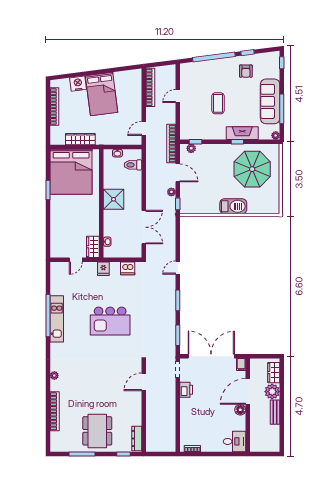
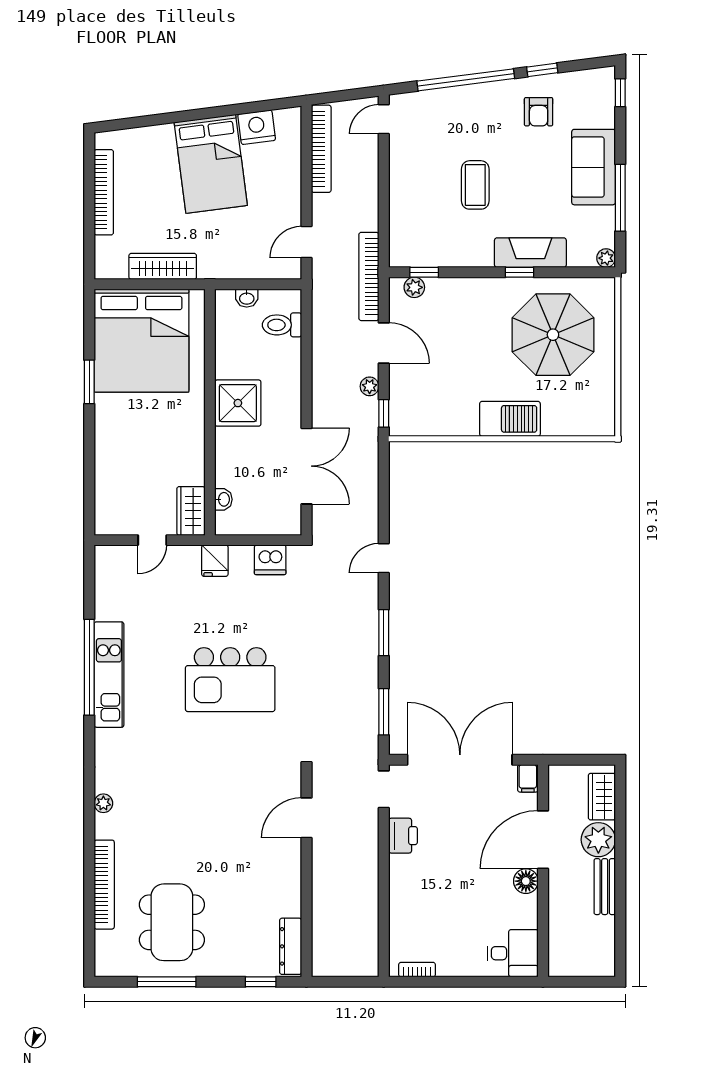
nightstand: (78, 84) -> (257, 127), moved
door: (178, 96) -> (384, 119), moved
sofa: (270, 101) -> (594, 167), width x0.73
dining table: (97, 431) -> (172, 922), moved

